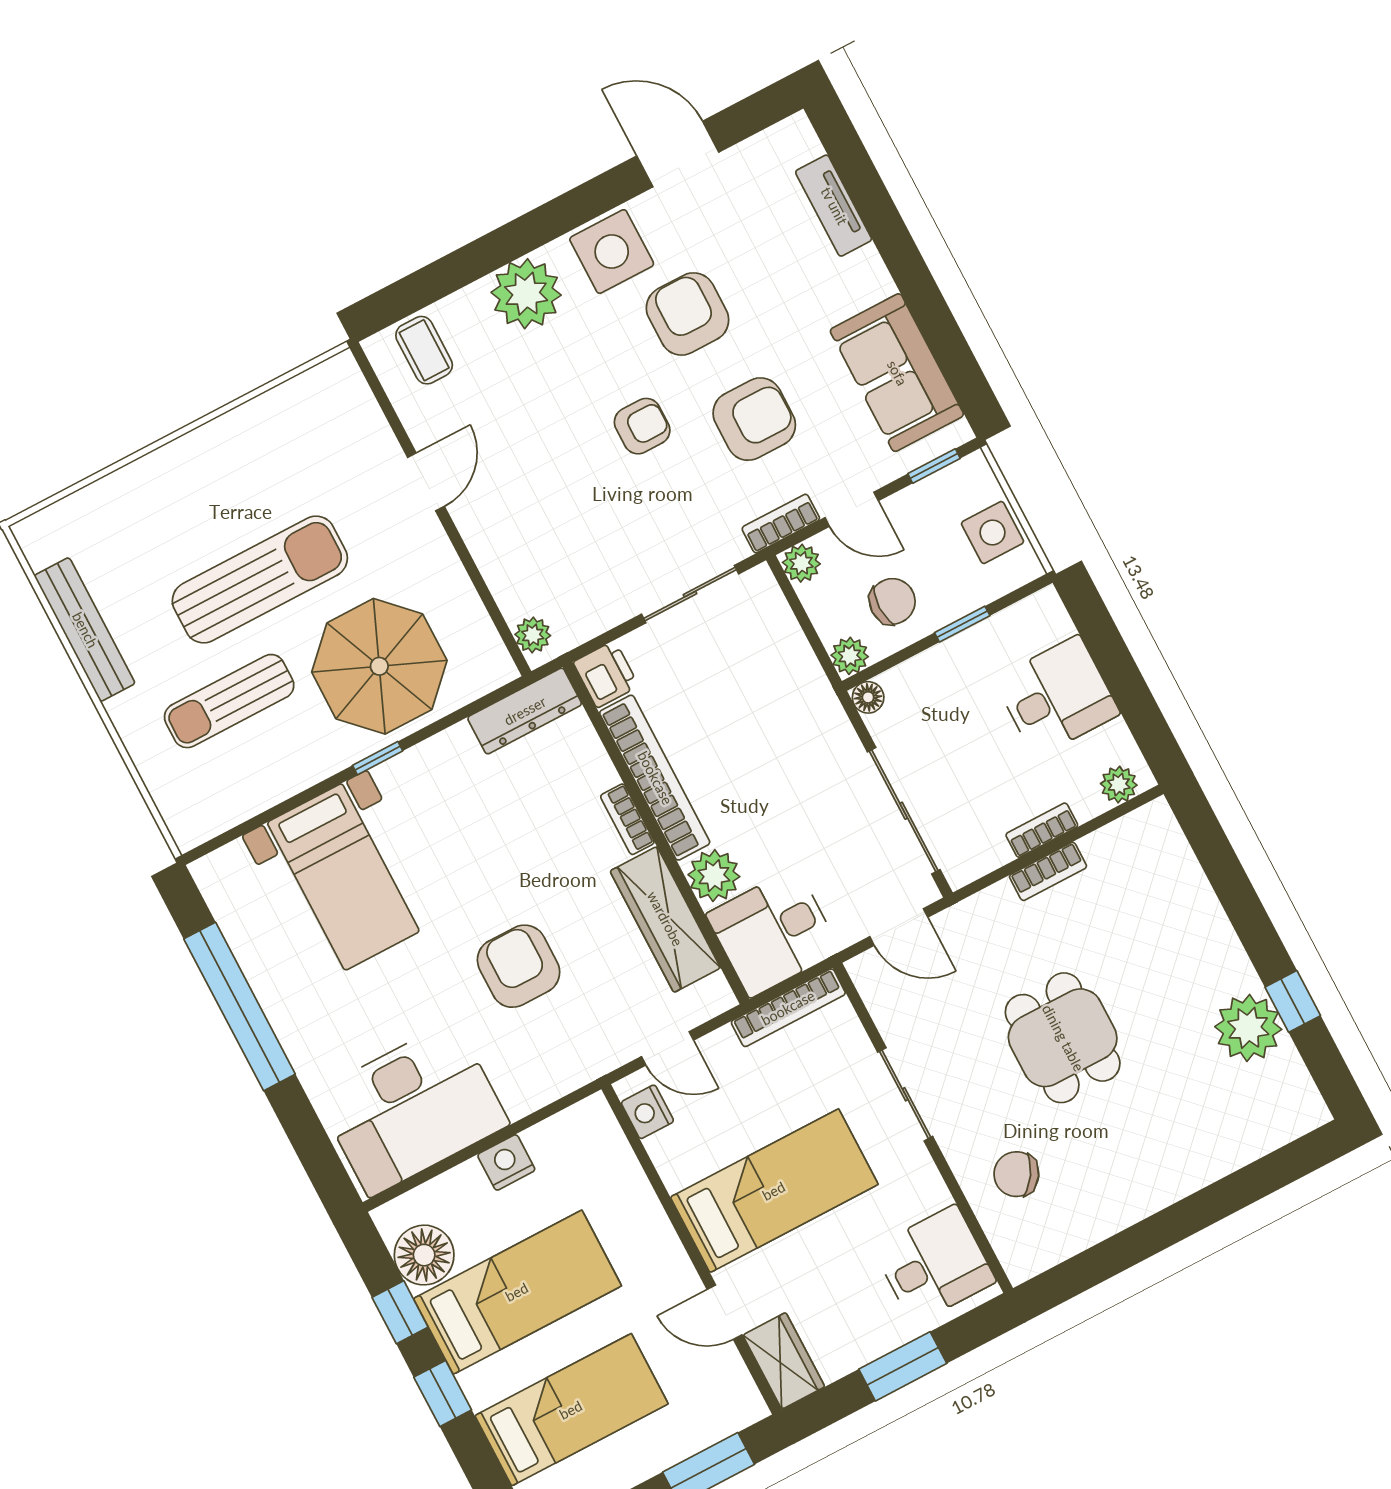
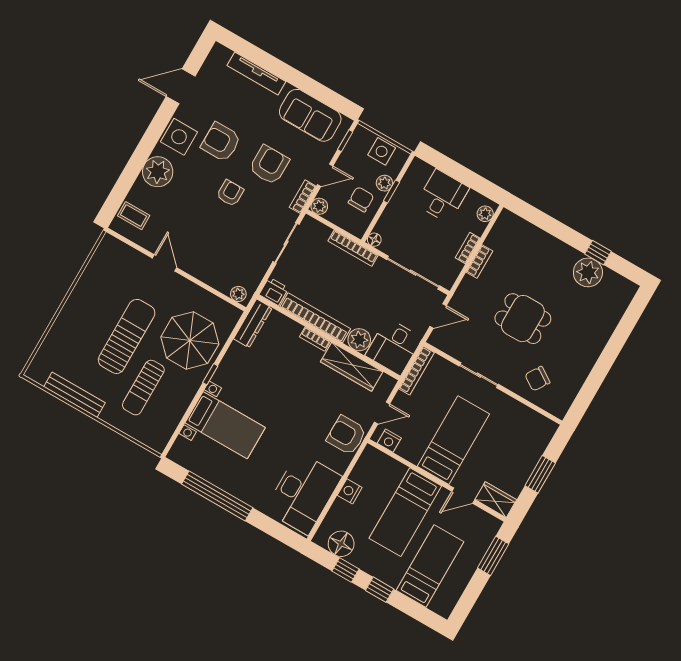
tv unit: (834, 206) -> (256, 74), width x1.41
plant: (850, 656) -> (384, 183), moved
bookcase: (816, 687) -> (353, 248), added
armchair: (519, 966) -> (347, 435), moved
desk: (934, 1265) -> (528, 430), removed
bed: (517, 1292) -> (405, 512), moved, turned 180

